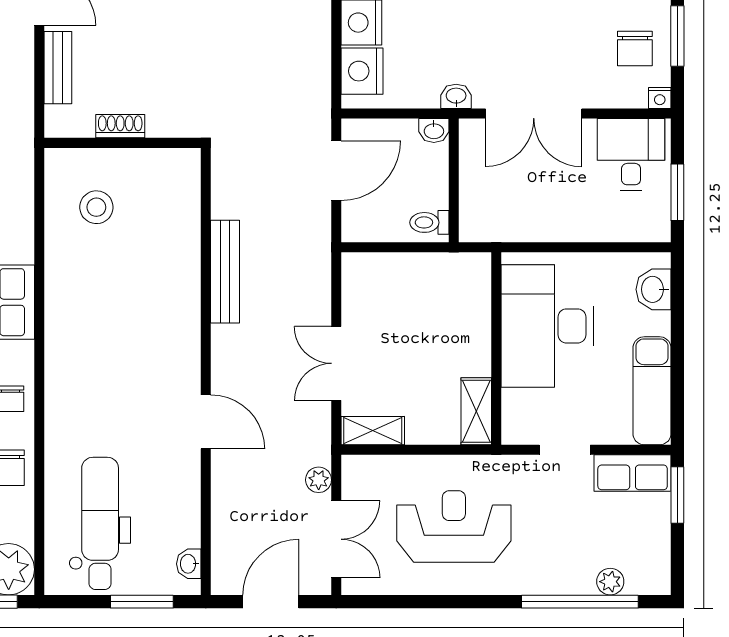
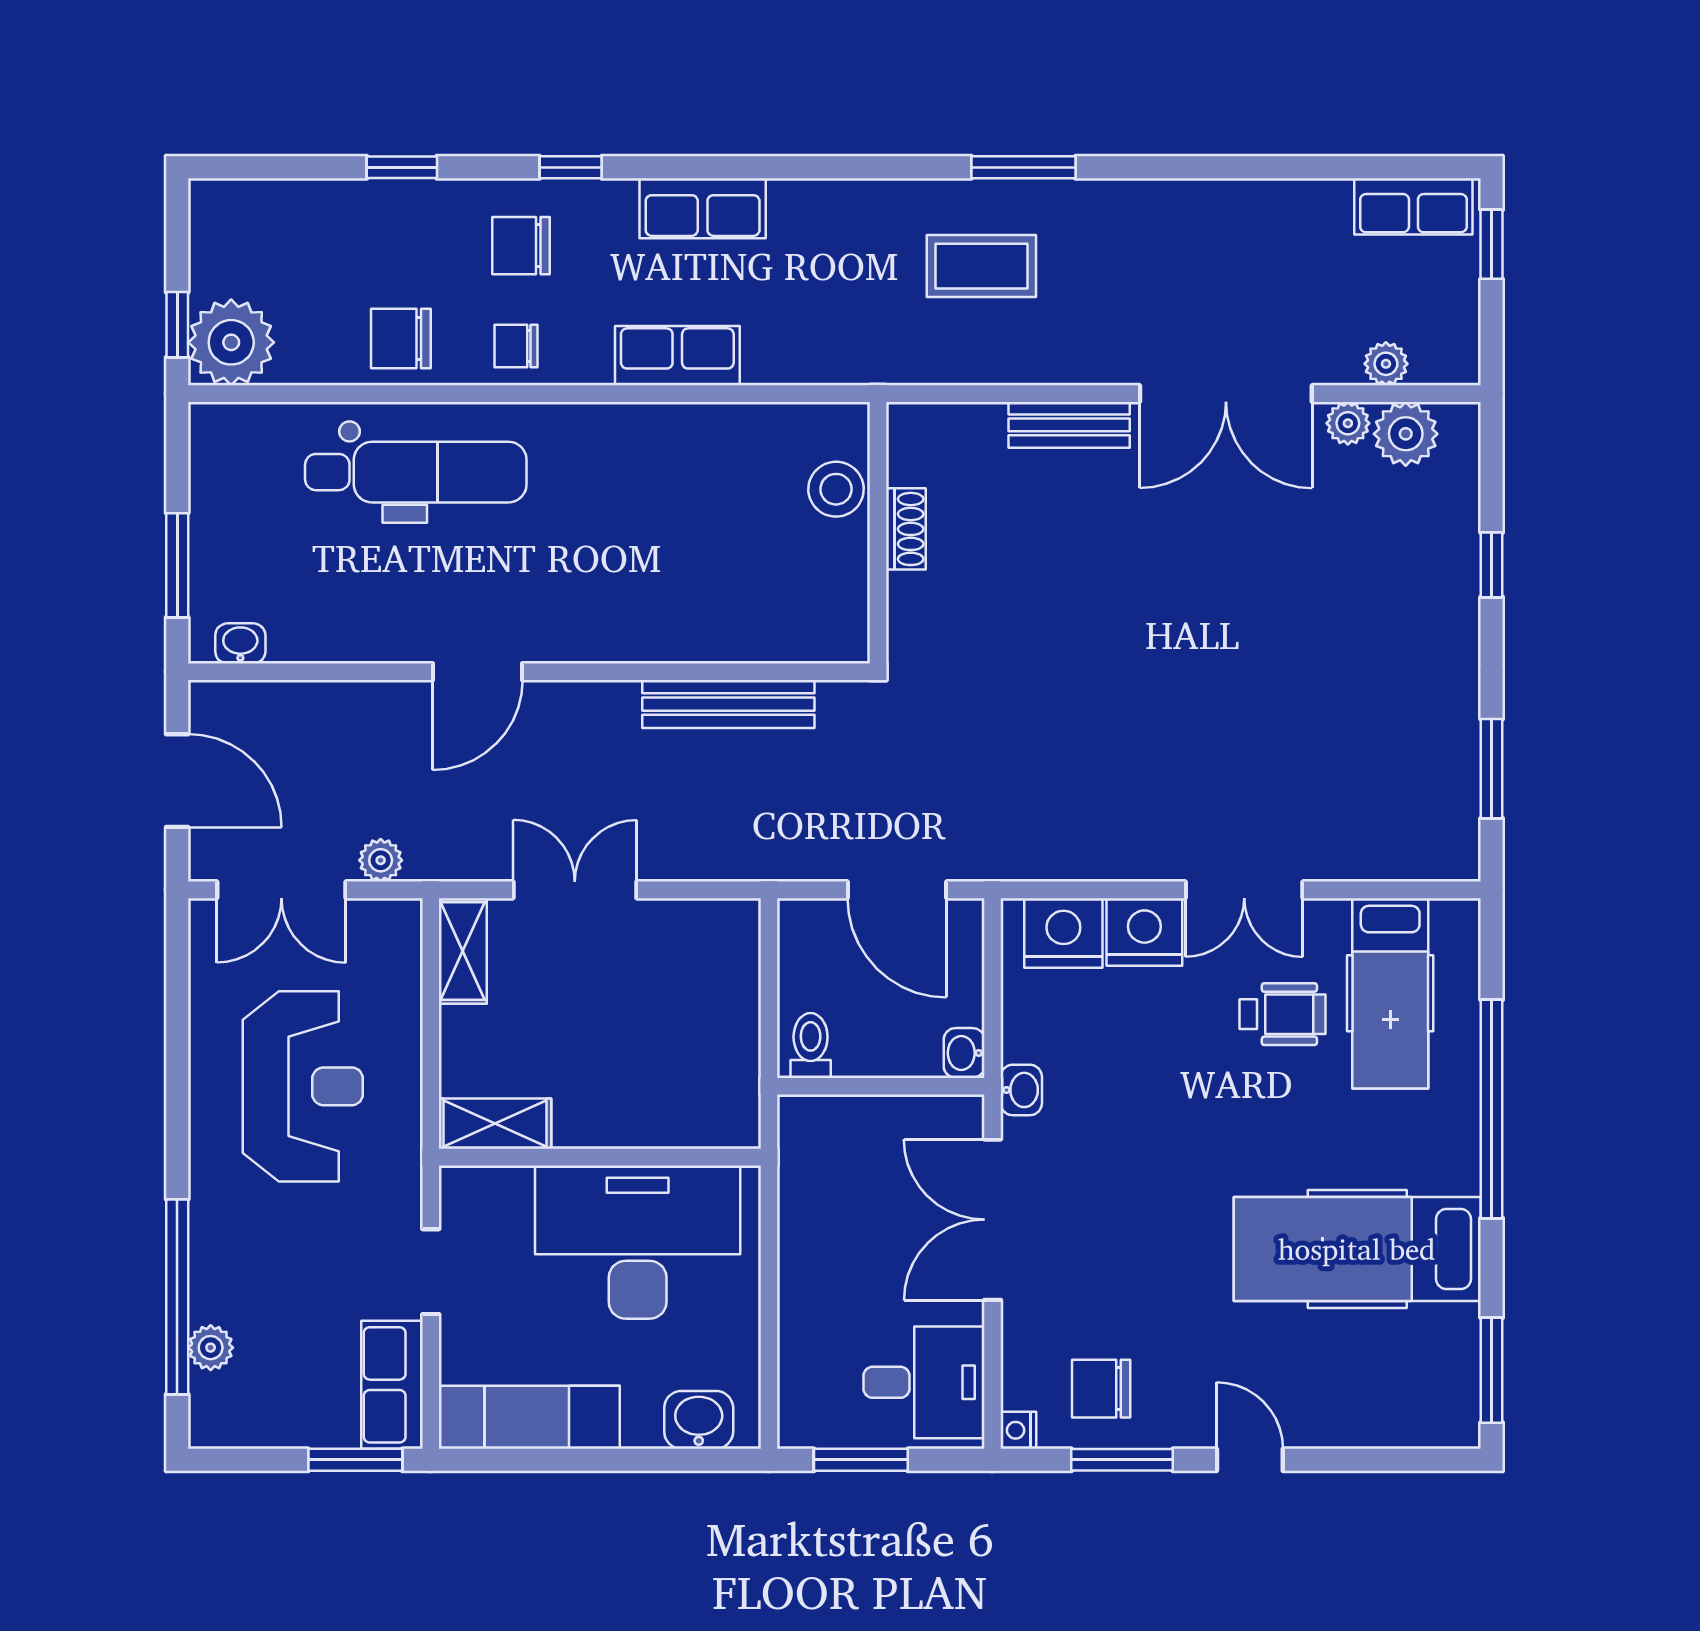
shoe rack: (120, 126) -> (906, 529), moved
wall: (122, 143) -> (878, 533), moved
dental chair: (100, 523) -> (416, 472), moved

